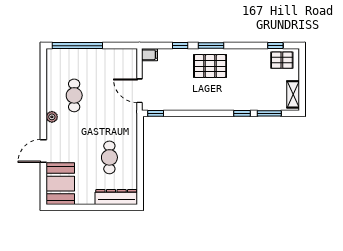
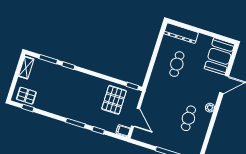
pallet: (210, 66) -> (114, 100), moved, turned 90
door: (140, 91) -> (135, 117), moved

